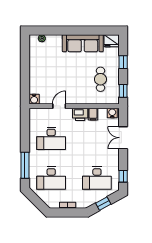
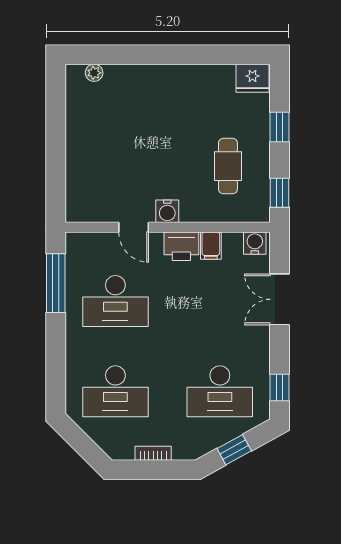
sofa: (83, 43) -> (188, 84), removed
water cooler: (34, 99) -> (167, 211), moved
door: (59, 106) -> (134, 227), swing flipped
window: (25, 165) -> (56, 283), moved

